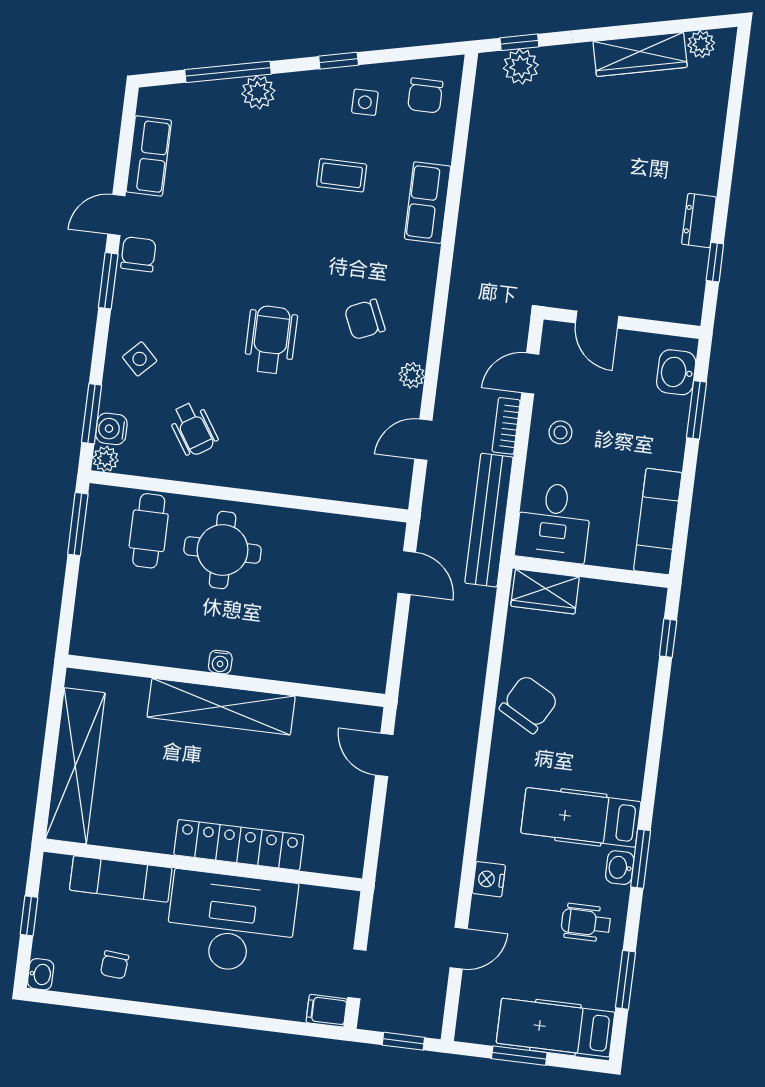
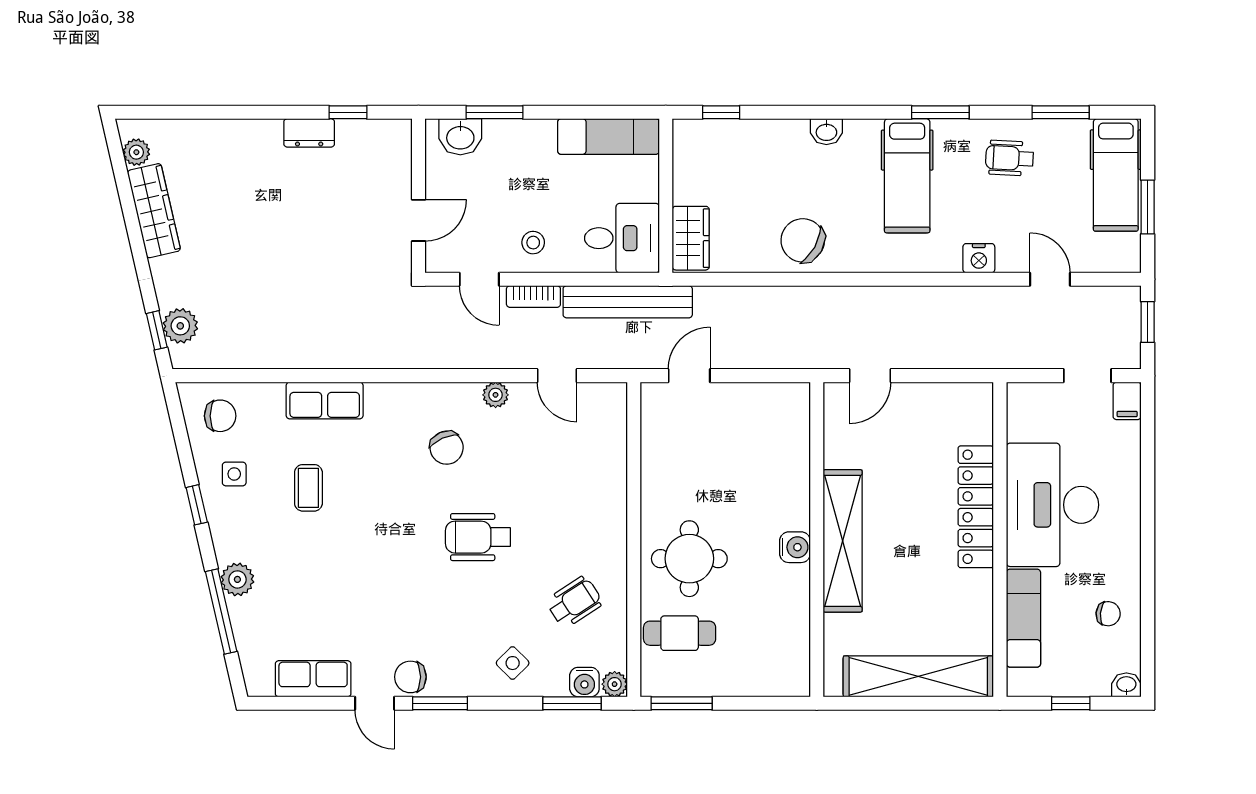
water cooler: (220, 662) -> (795, 547), width x1.38, depth x1.38
washbasin: (620, 868) -> (826, 132), moved
wheelchair: (586, 923) -> (1009, 158), turned 93

